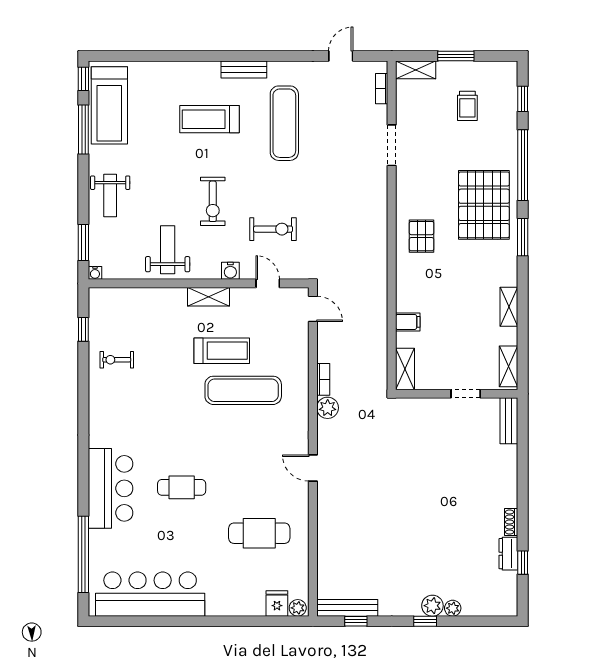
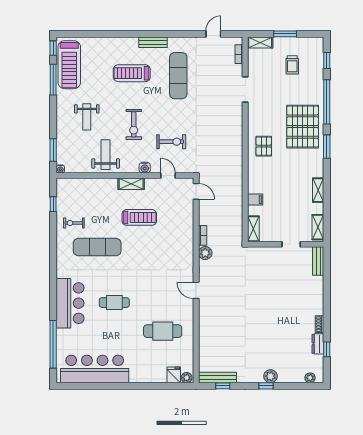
weight bench: (110, 196) -> (87, 117), moved
exercise mat: (243, 390) -> (97, 247), moved
plant: (453, 608) -> (310, 378), moved

